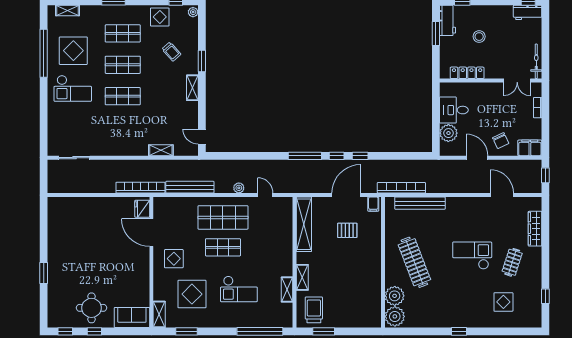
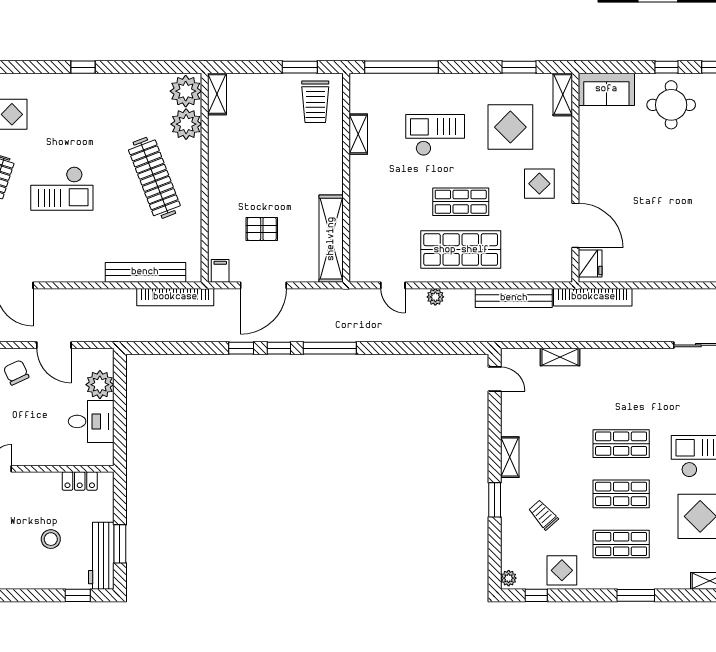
workbench: (448, 20) -> (101, 556), width x1.38
locker: (467, 73) -> (80, 481), width x0.66
shelving: (302, 277) -> (217, 94), moved

